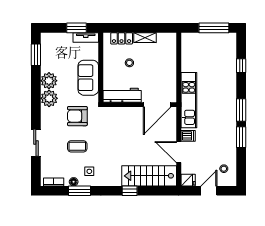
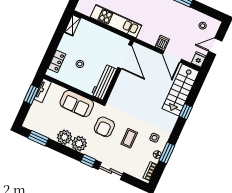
shelving: (145, 38) -> (73, 25), moved
kitchen unit: (189, 100) -> (116, 21), moved
window: (36, 115) -> (88, 161), added
door: (179, 152) -> (172, 57), hinge flipped
door: (209, 191) -> (215, 46), hinge flipped

